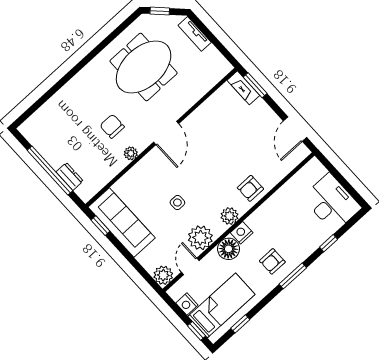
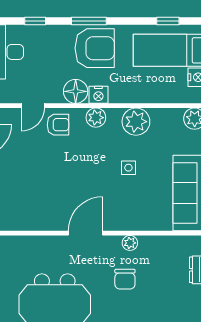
floor lamp: (228, 249) -> (76, 91), moved
armchair: (272, 261) -> (95, 48), width x1.88, depth x1.88
door: (190, 266) -> (33, 106), moved

